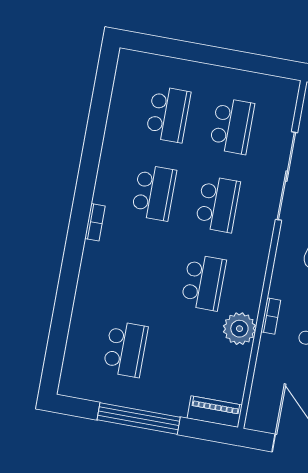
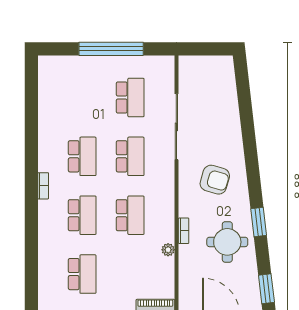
window: (218, 56) -> (111, 49), added
school desk: (168, 114) -> (82, 215), moved
plant: (239, 329) -> (168, 250), width x0.53, depth x0.53

